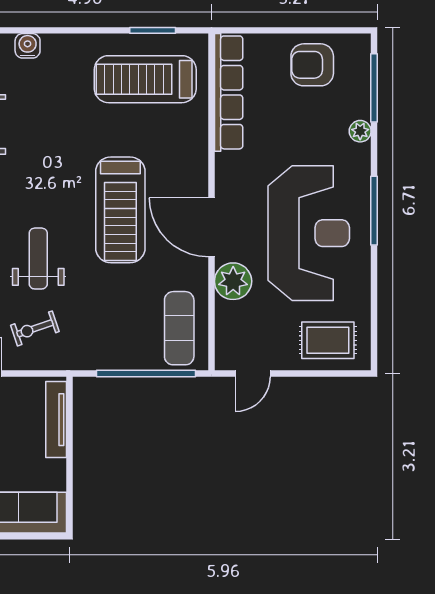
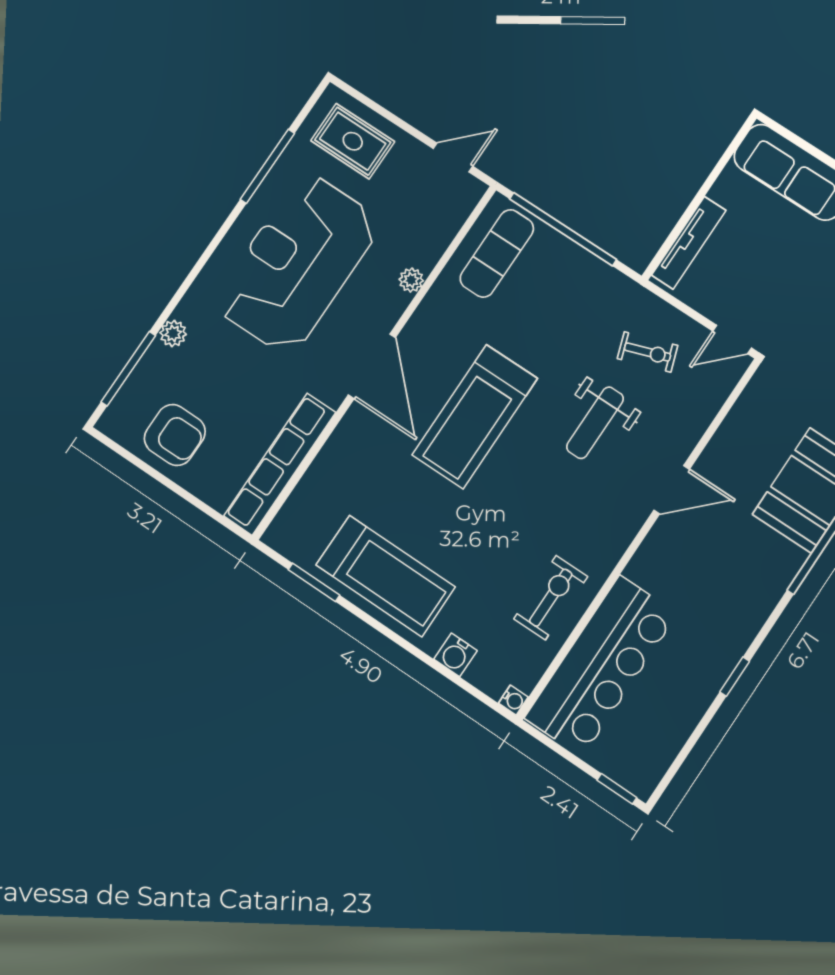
treadmill: (145, 79) -> (386, 576), moved
treadmill: (120, 210) -> (475, 417), turned 180
window: (374, 211) -> (267, 166), moved
door: (211, 227) -> (372, 366), moved
plant: (233, 281) -> (411, 280), width x0.53, depth x0.53

